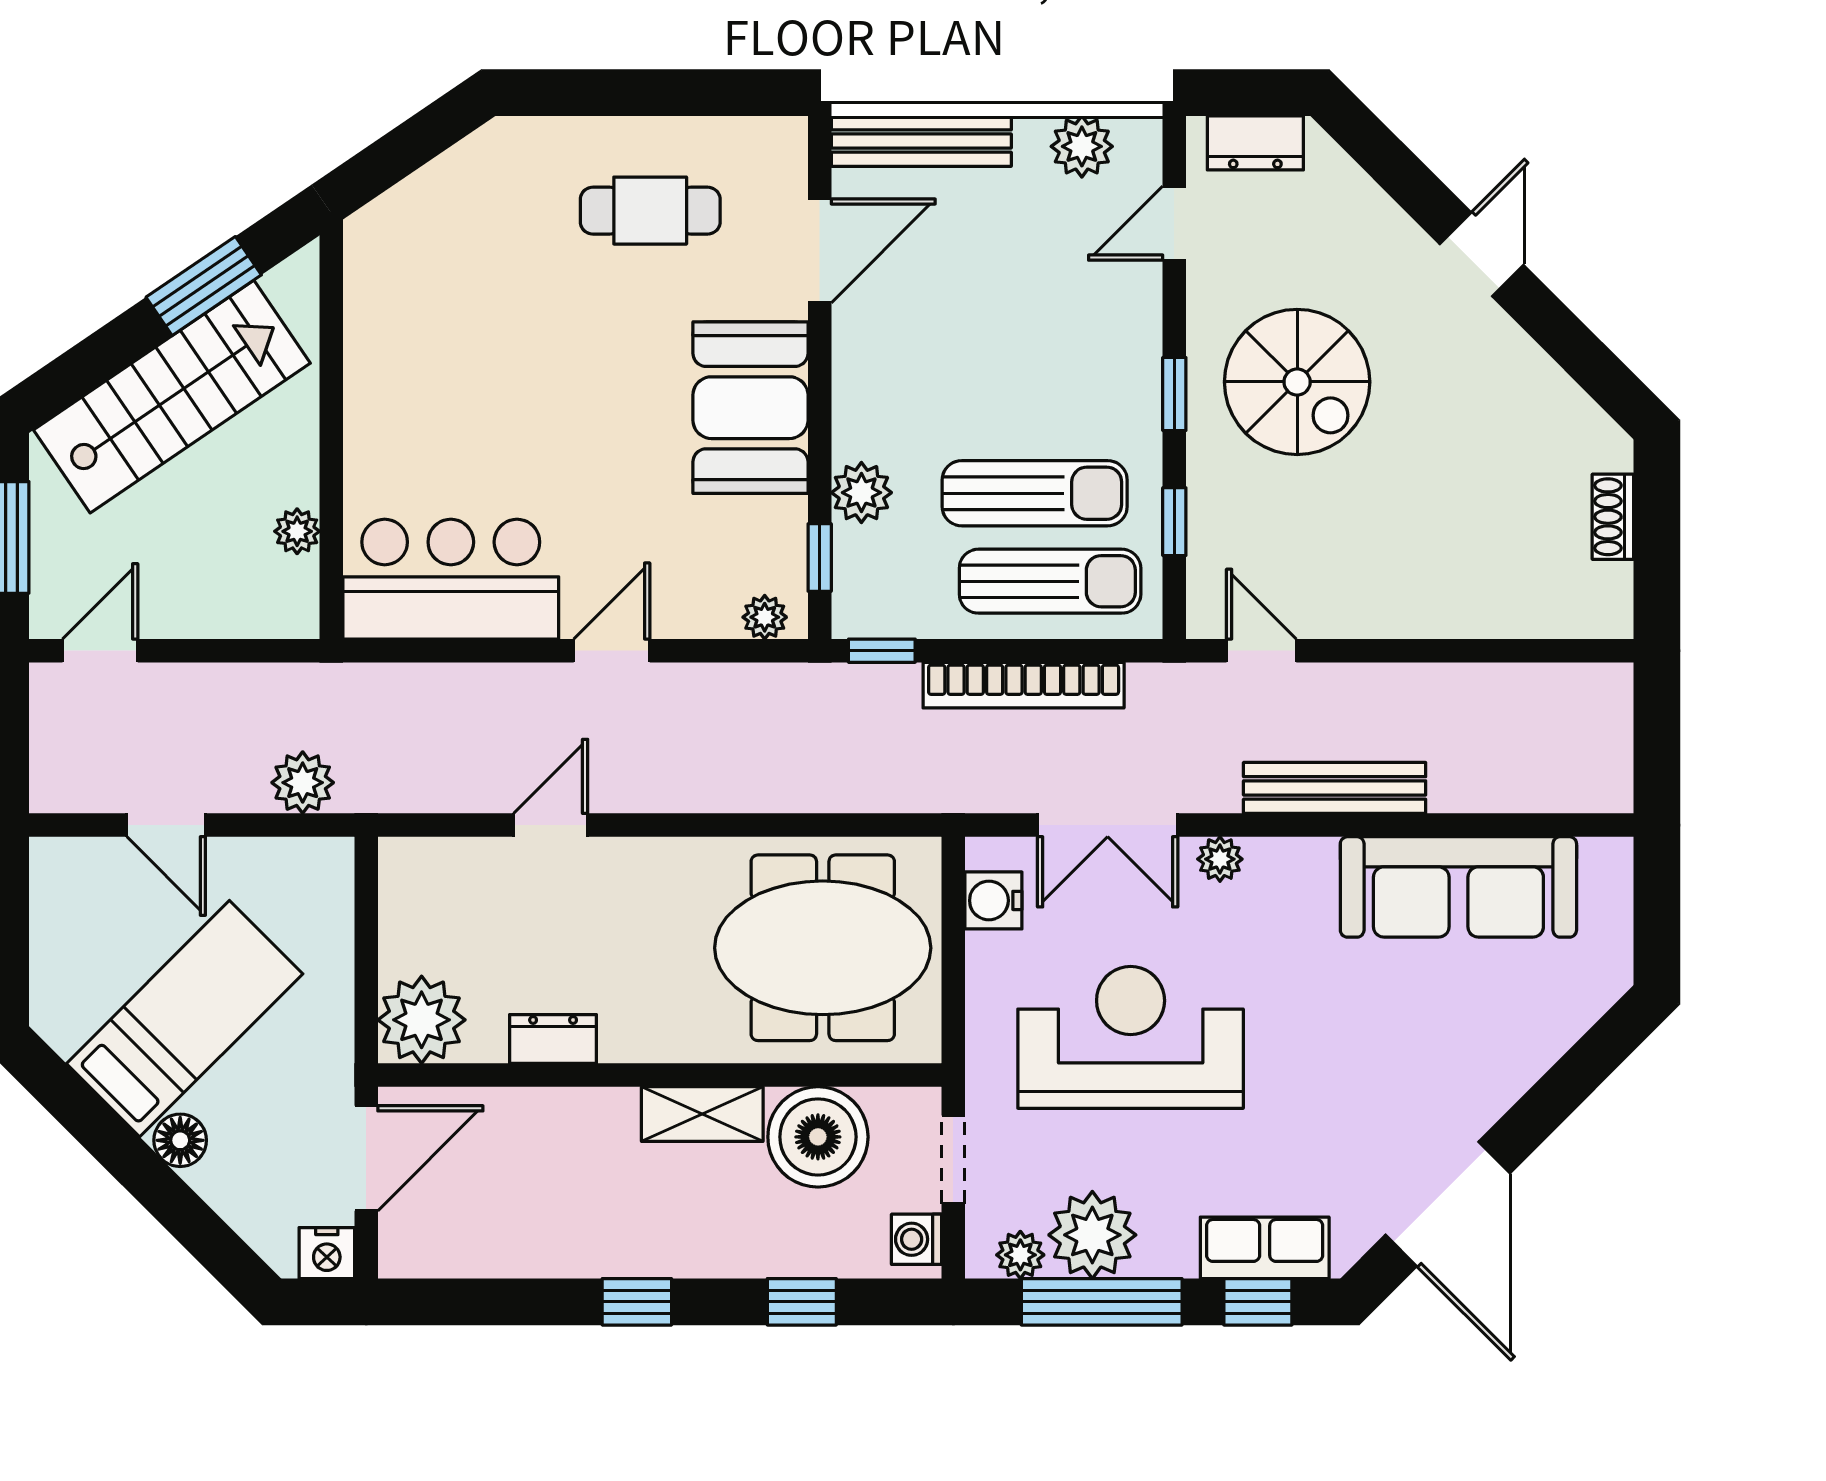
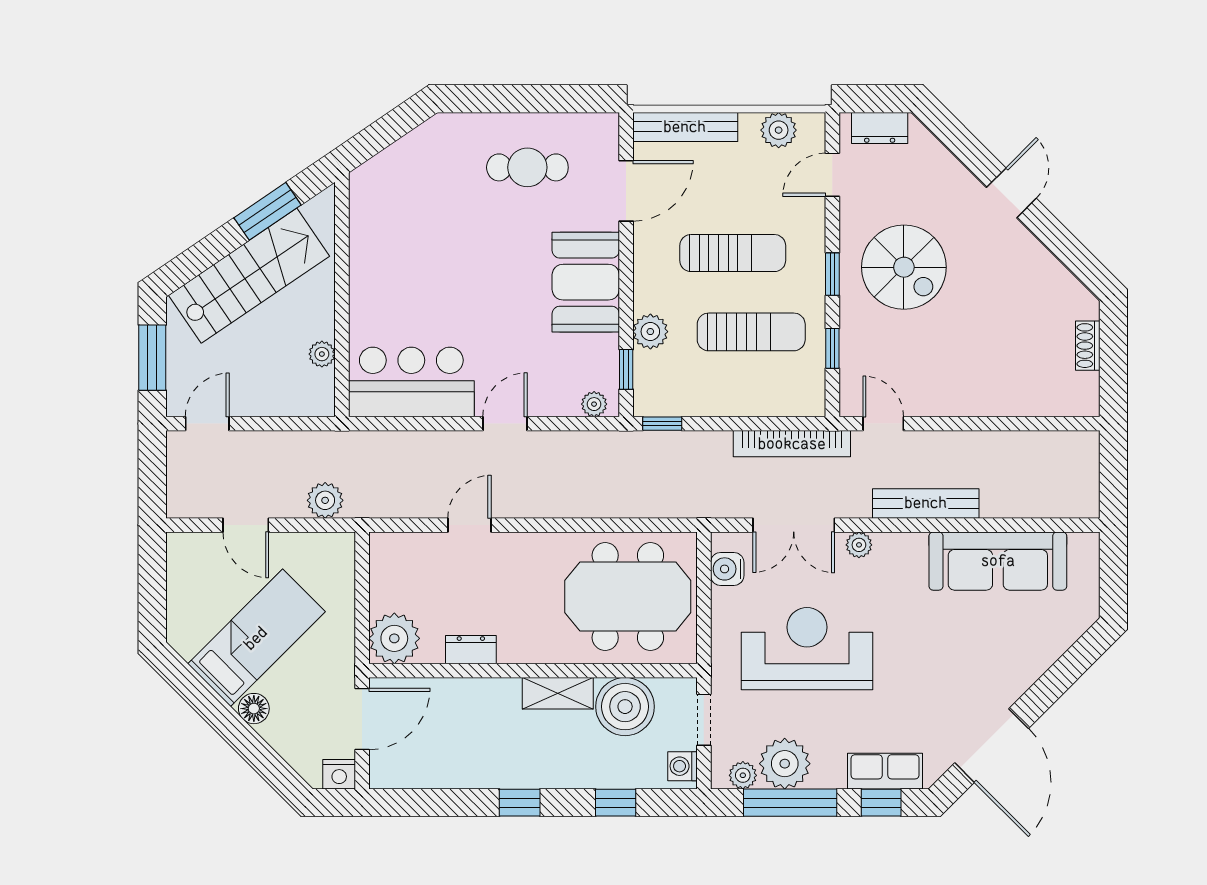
sun lounger: (1050, 581) -> (733, 253), moved
bookcase: (1024, 685) -> (792, 444), moved

